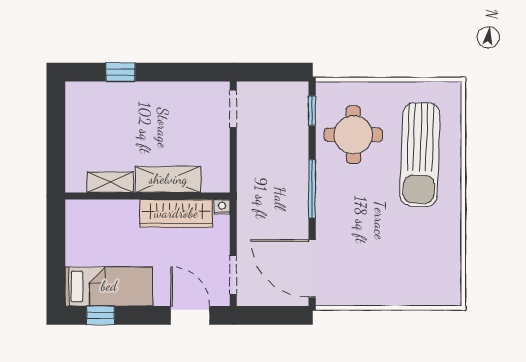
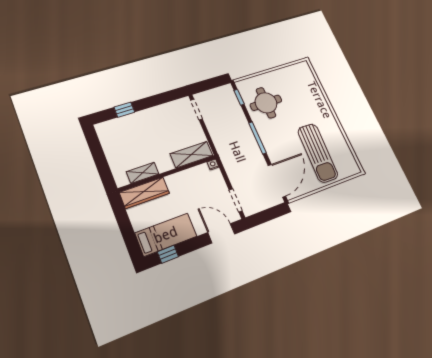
sun lounger: (420, 155) -> (318, 153), moved
shelving: (168, 179) -> (191, 155), moved
wardrobe: (176, 213) -> (144, 193), moved
door: (312, 268) -> (277, 181), swing flipped

